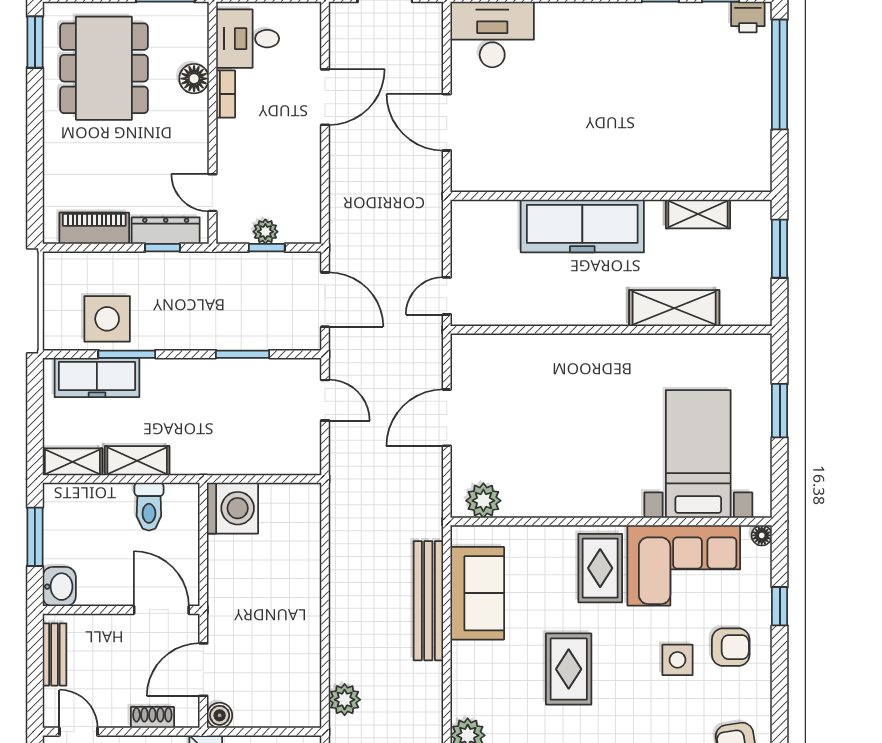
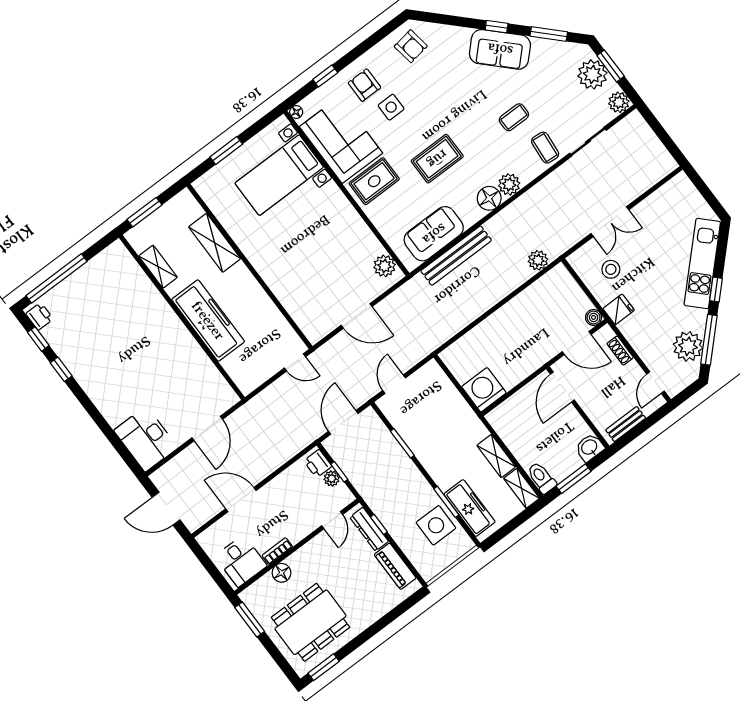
printer: (297, 228) -> (318, 464), added
toilet: (149, 507) -> (542, 478), moved, turned -90
floor lamp: (469, 697) -> (489, 198), added

